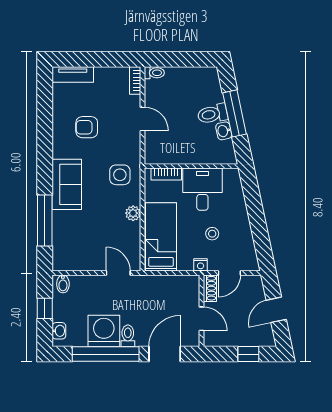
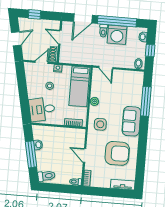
toilet: (212, 114) -> (46, 176), moved
armchair: (87, 127) -> (117, 153), width x1.88, depth x1.88
desk: (202, 189) -> (42, 109), moved, turned 78

